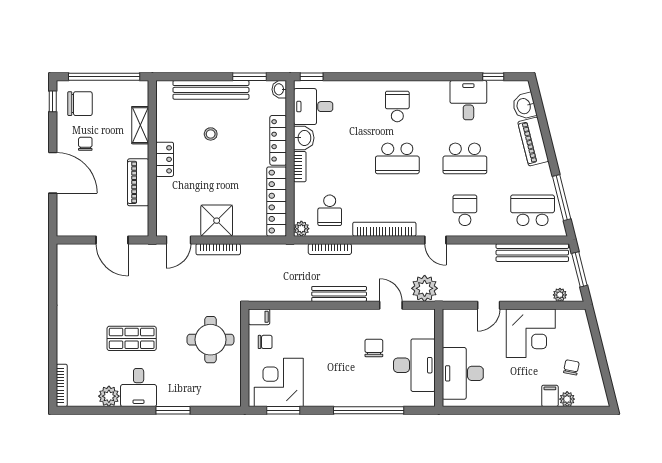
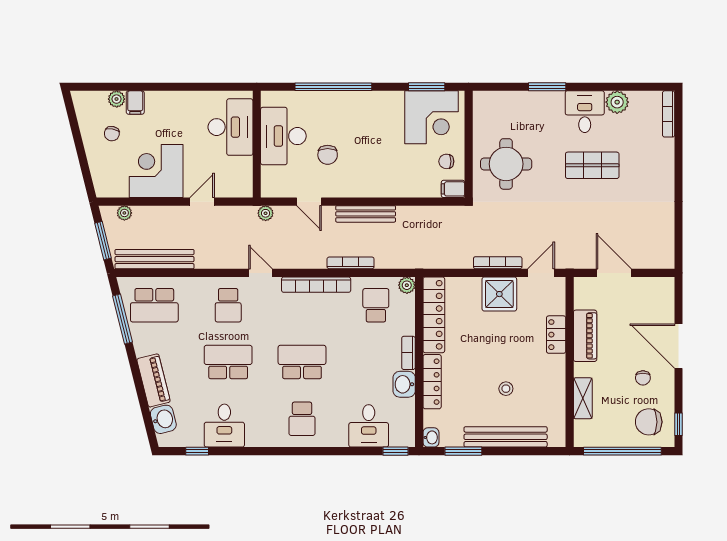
desk: (313, 107) -> (369, 426), moved, turned 90
locker: (165, 159) -> (556, 335), moved
bookcase: (330, 249) -> (351, 263), moved
plant: (425, 288) -> (266, 213), width x0.53, depth x0.53

